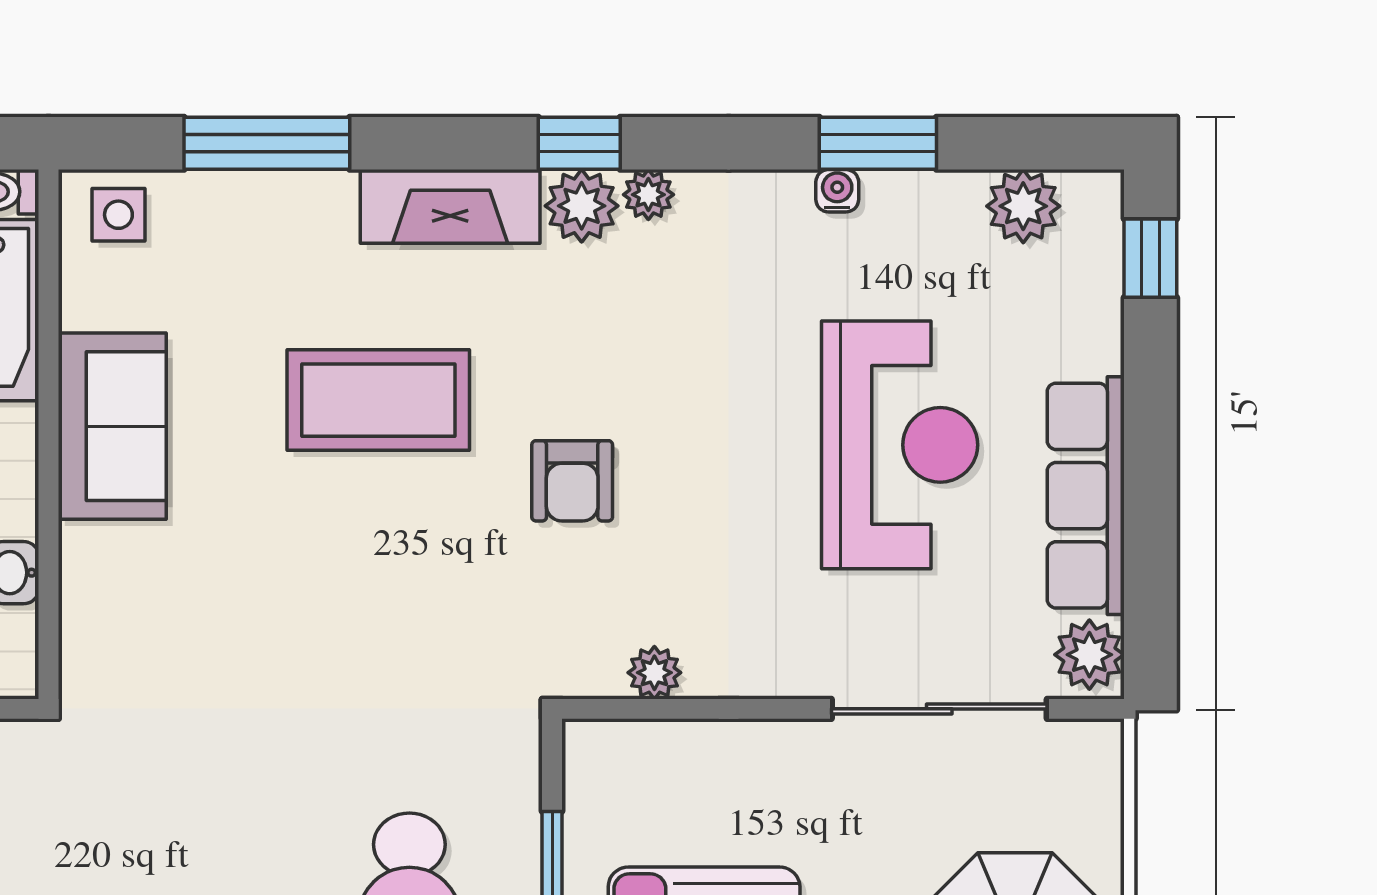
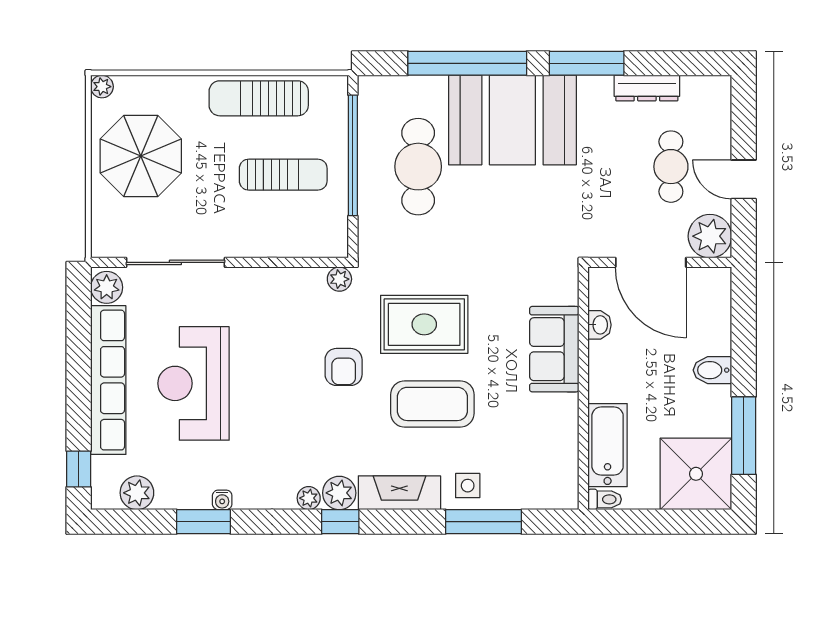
side table: (118, 215) -> (468, 486), moved
sofa: (112, 426) -> (554, 349), moved
armchair: (572, 481) -> (344, 367), turned 180
row of seats: (1086, 496) -> (108, 380), width x1.36
rug: (396, 574) -> (424, 324), added
plant: (654, 673) -> (339, 279), moved

